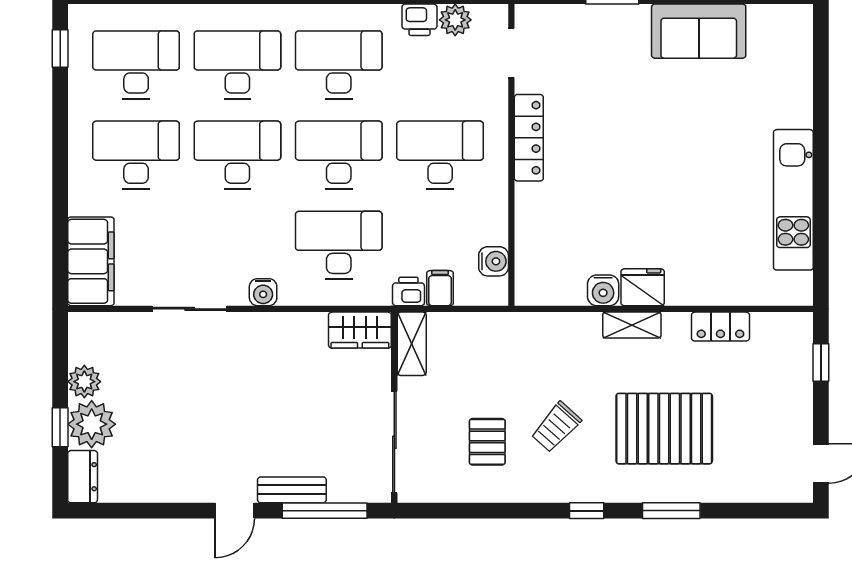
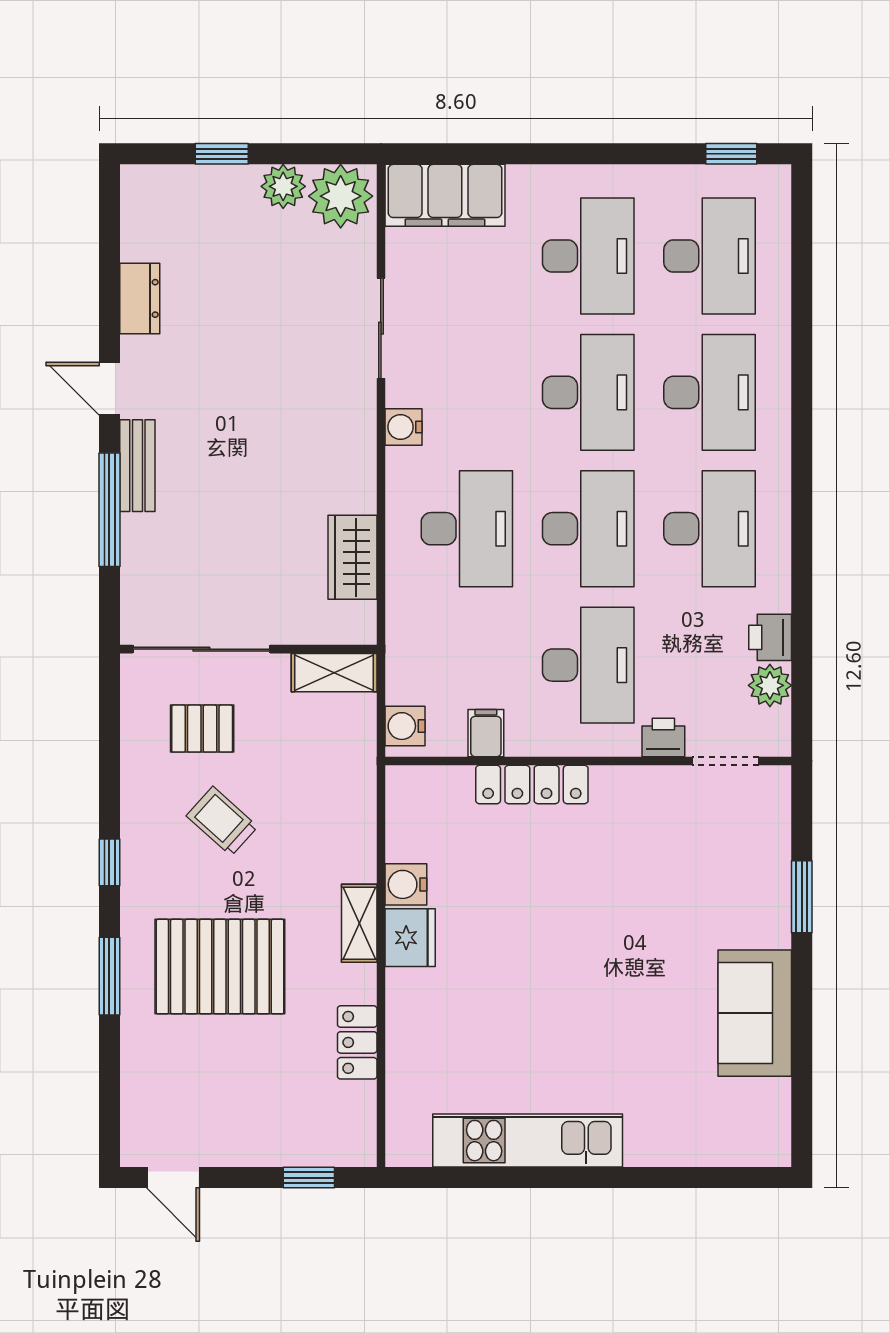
locker: (529, 138) -> (532, 785), moved
water cooler: (494, 261) -> (405, 726), moved, turned 90
filing cabinet: (440, 288) -> (486, 733), moved, turned -90
printer: (408, 291) -> (663, 738), moved, turned -90
shelving: (412, 344) -> (334, 673), moved
wall: (394, 407) -> (248, 649), moved
plant: (92, 424) -> (341, 196), moved
pallet: (664, 429) -> (220, 967), turned 90
sliding door: (394, 442) -> (201, 649), moved
dresser: (83, 477) -> (140, 298), moved, turned -90

